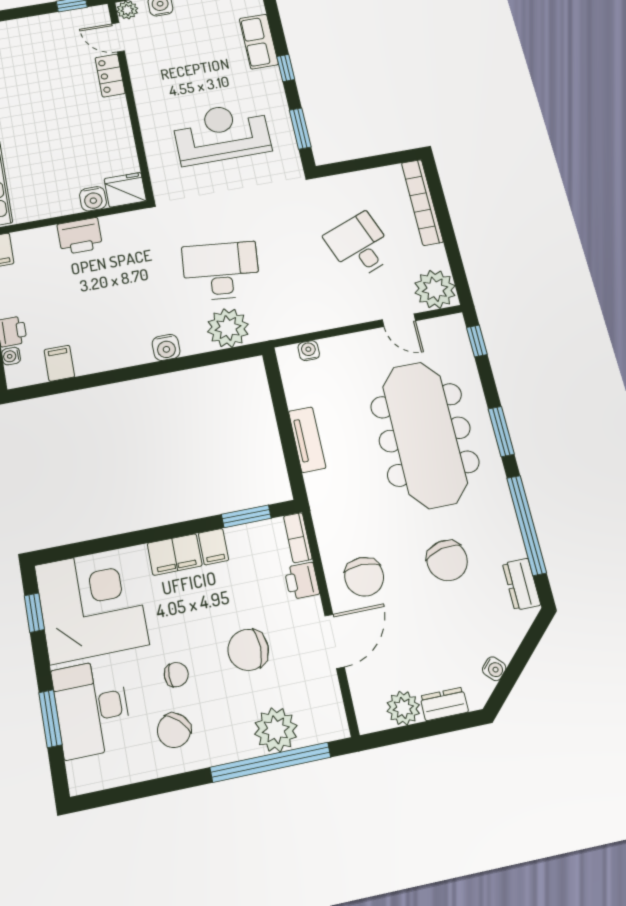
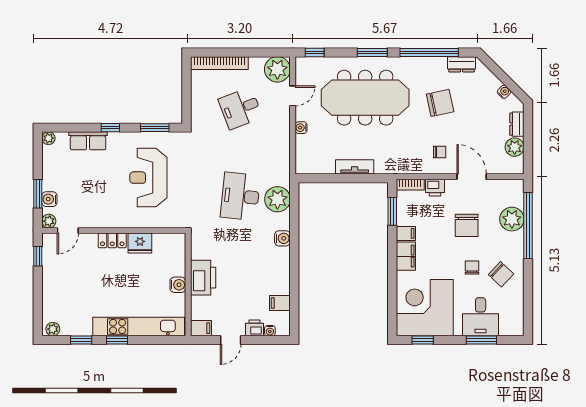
locker: (110, 75) -> (112, 240), moved
fridge: (125, 190) -> (140, 243), moved, turned -90
water cooler: (93, 199) -> (178, 285), moved
printer: (80, 236) -> (203, 278), width x1.37, depth x1.19
water cooler: (309, 351) -> (301, 128), moved
chair: (364, 577) -> (440, 152), width x0.54, depth x0.54
desk: (92, 708) -> (481, 317), width x0.73

